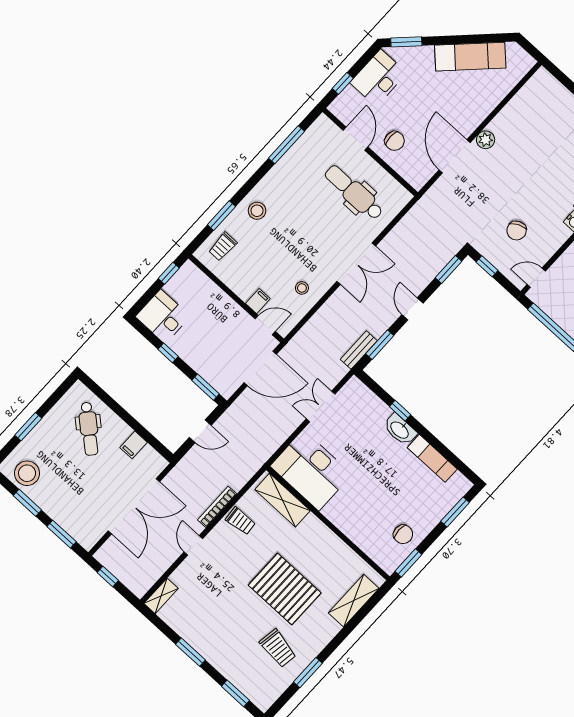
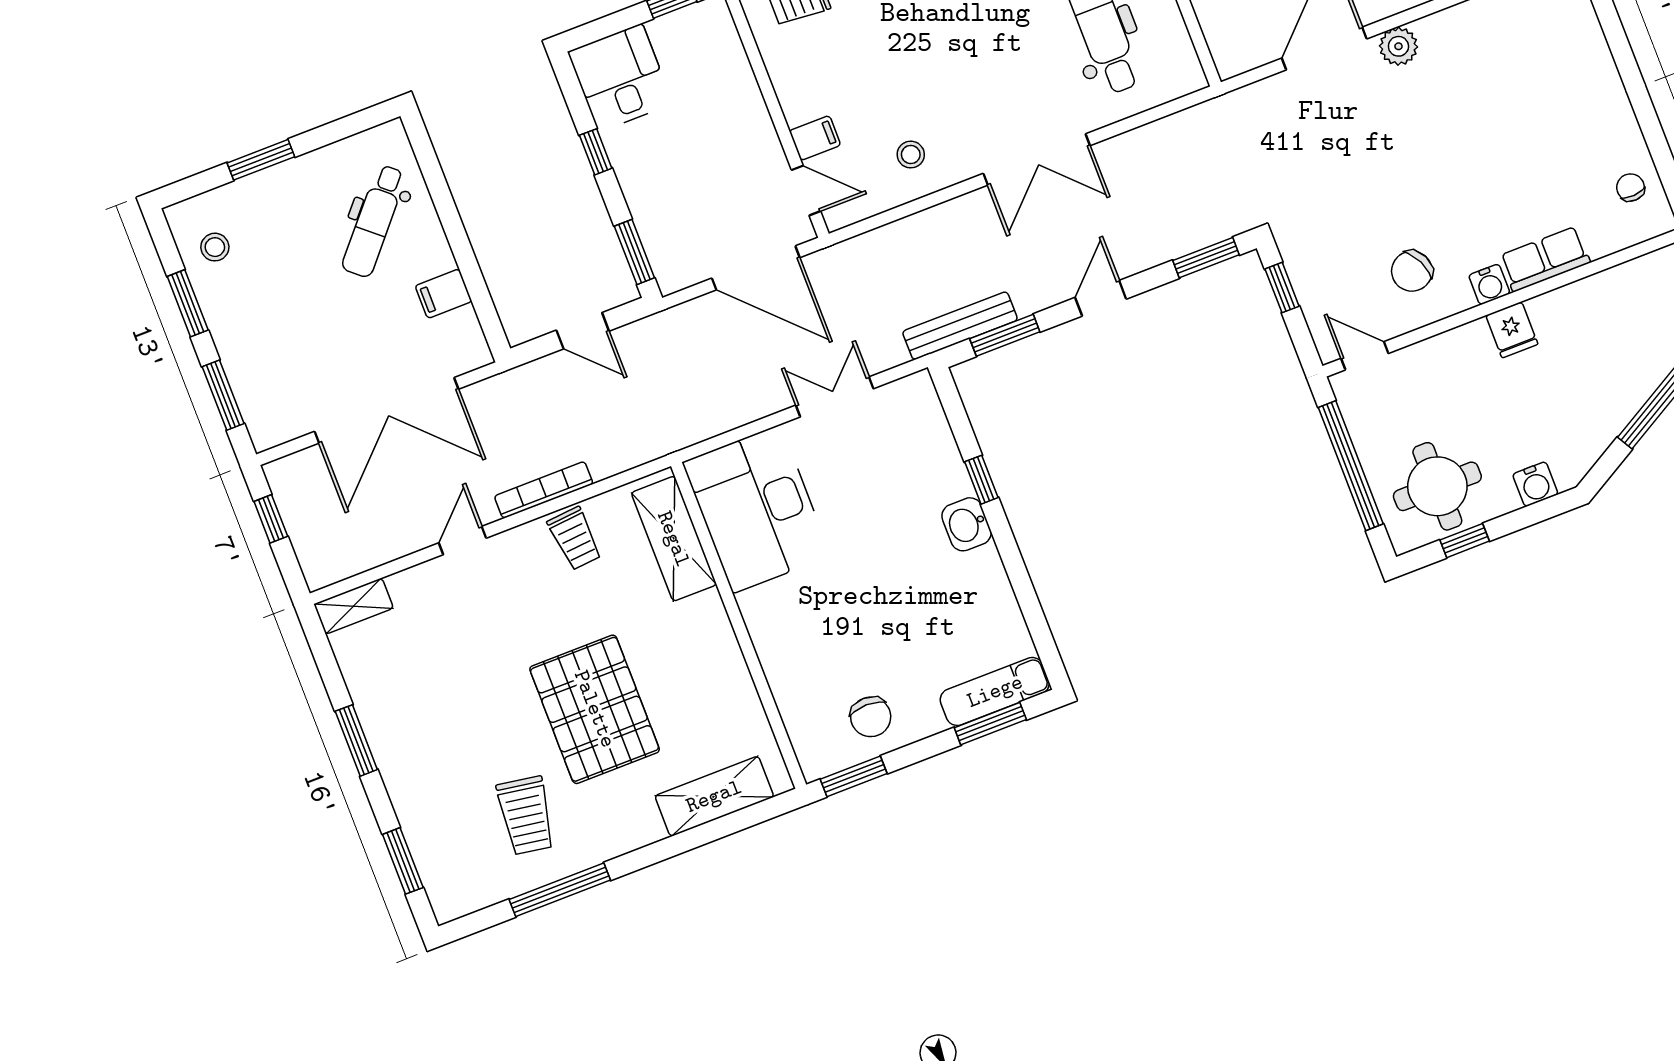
chair: (517, 231) -> (1412, 271), moved
bench: (359, 350) -> (960, 326), width x1.36
washbasin: (400, 430) -> (966, 524), width x0.72
exam couch: (432, 458) -> (995, 691), moved, turned 90
stool: (27, 473) -> (215, 247), width x0.53, depth x0.53
window: (308, 673) -> (560, 890), width x1.44

